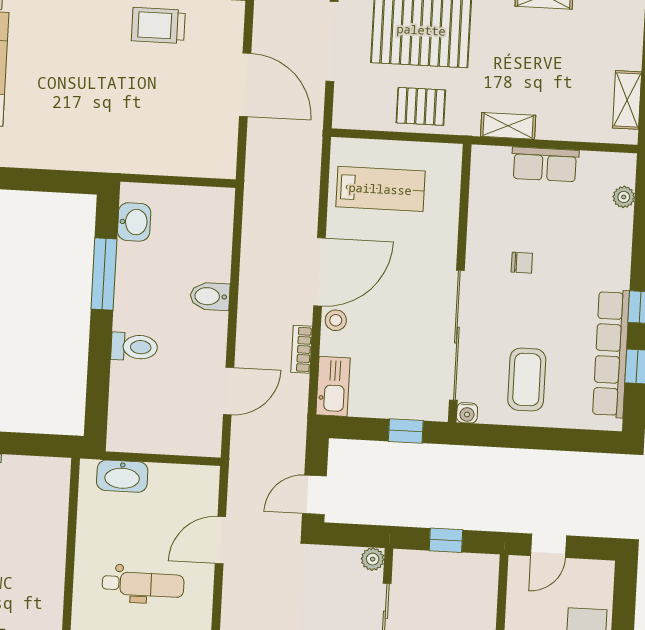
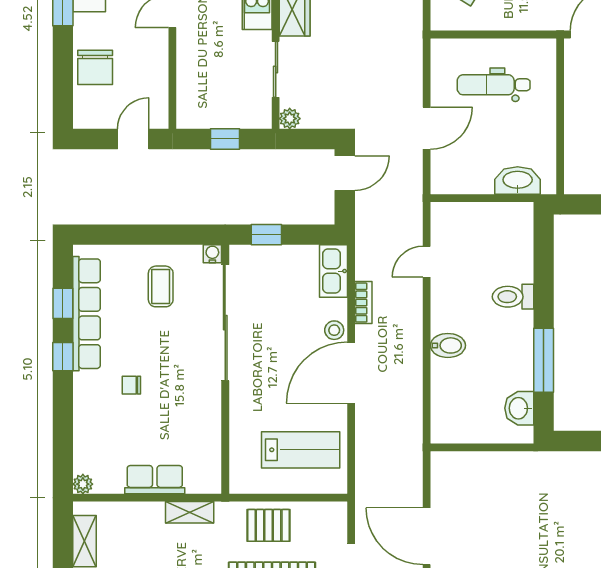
lab bench: (380, 189) -> (301, 450), turned 180
plant: (624, 197) -> (83, 484), moved
chair: (522, 263) -> (131, 385), moved
coffee table: (527, 380) -> (161, 286), width x0.73, depth x0.77
door: (229, 391) -> (427, 262), width x0.73

